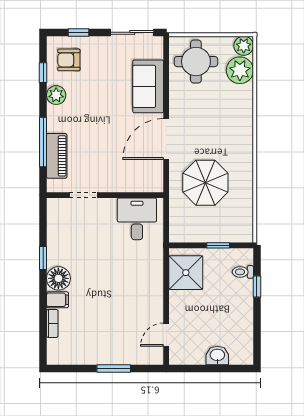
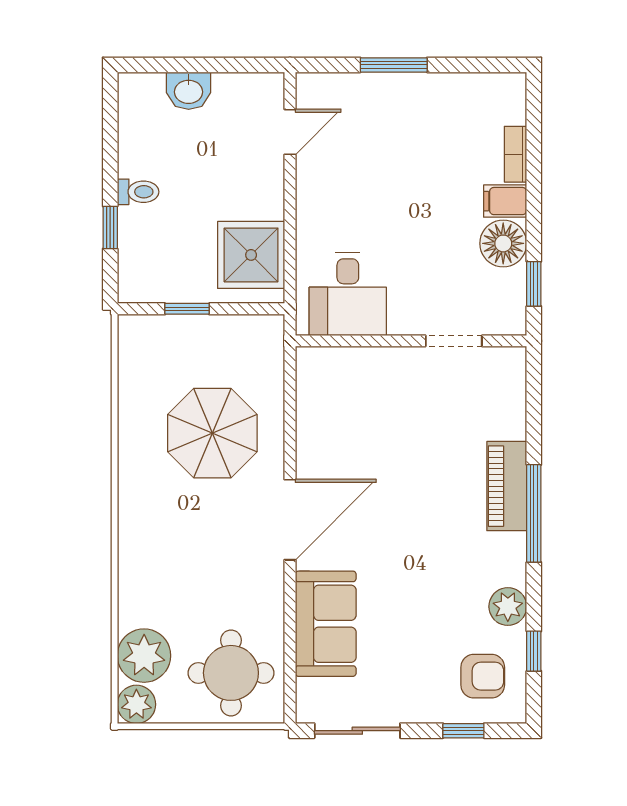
doorway: (83, 195) -> (454, 341), moved
wall: (105, 195) -> (411, 341), moved
desk: (137, 219) -> (348, 294), moved
toilet: (243, 272) -> (138, 192), moved

